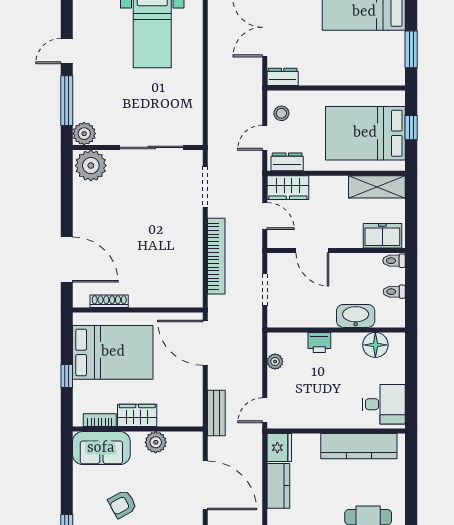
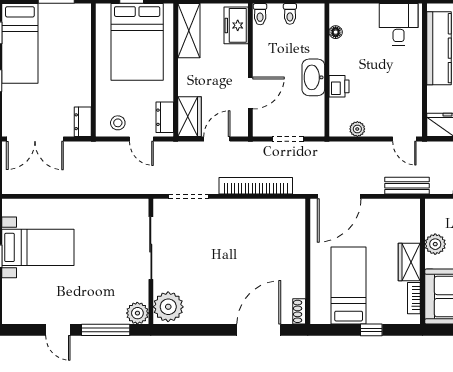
shoe rack: (109, 301) -> (299, 311), moved, width x0.70
washbasin: (356, 316) -> (313, 77), moved
floor lamp: (375, 345) -> (336, 32), width x0.53, depth x0.53
bed: (113, 352) -> (349, 286), width x0.67

